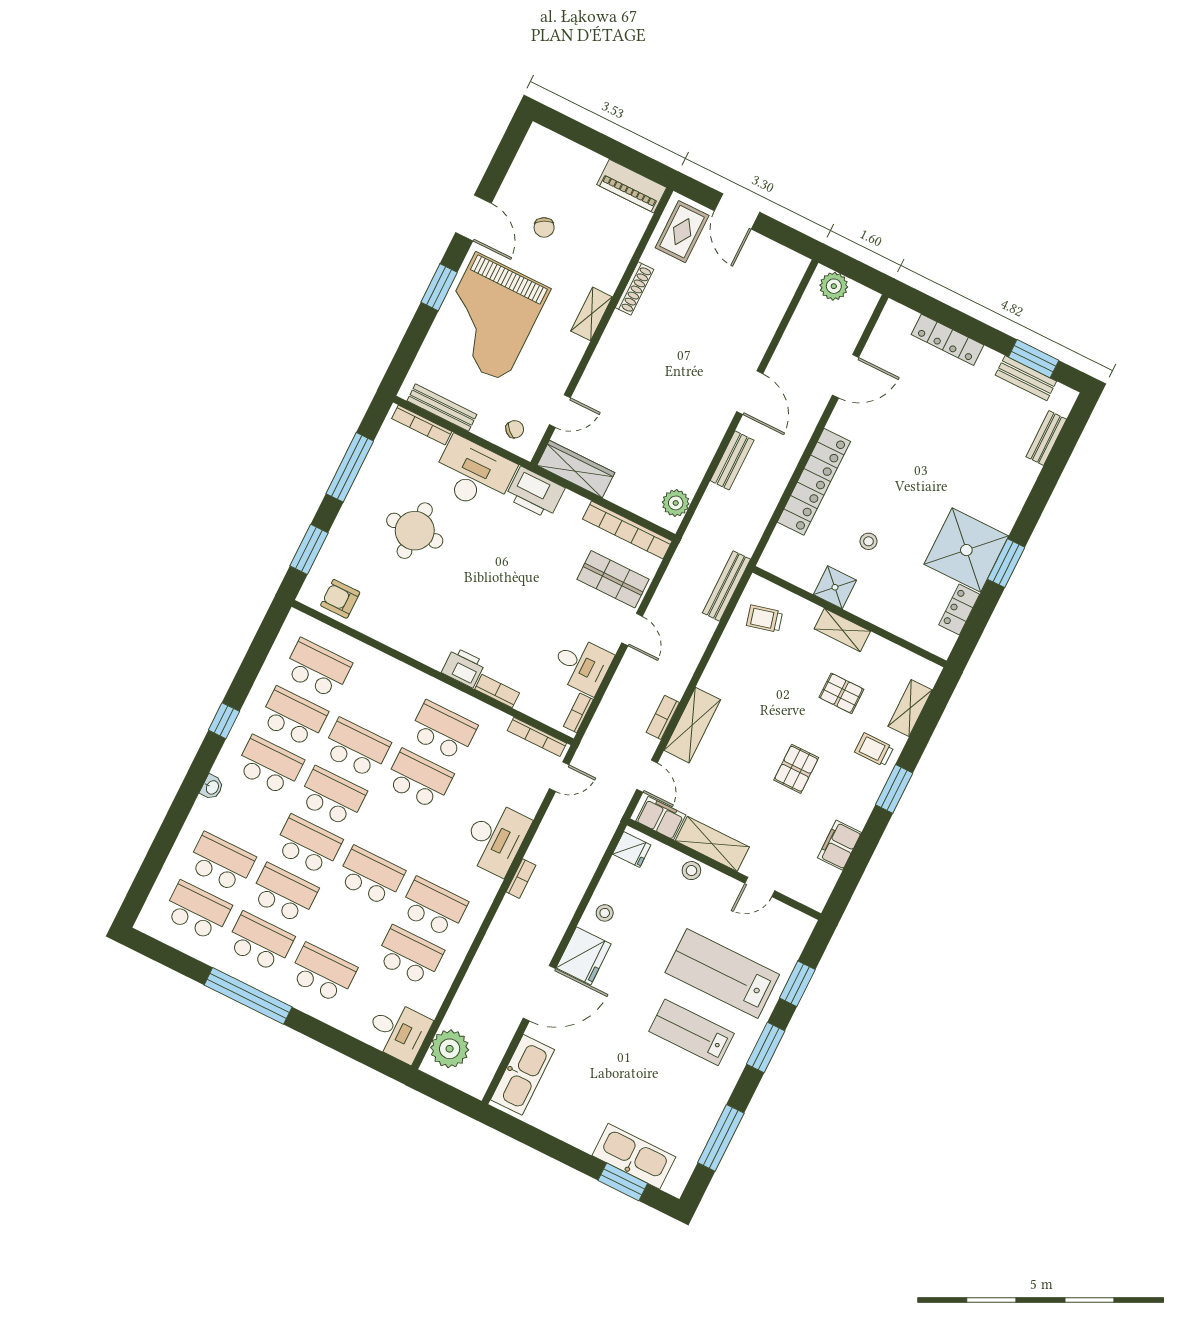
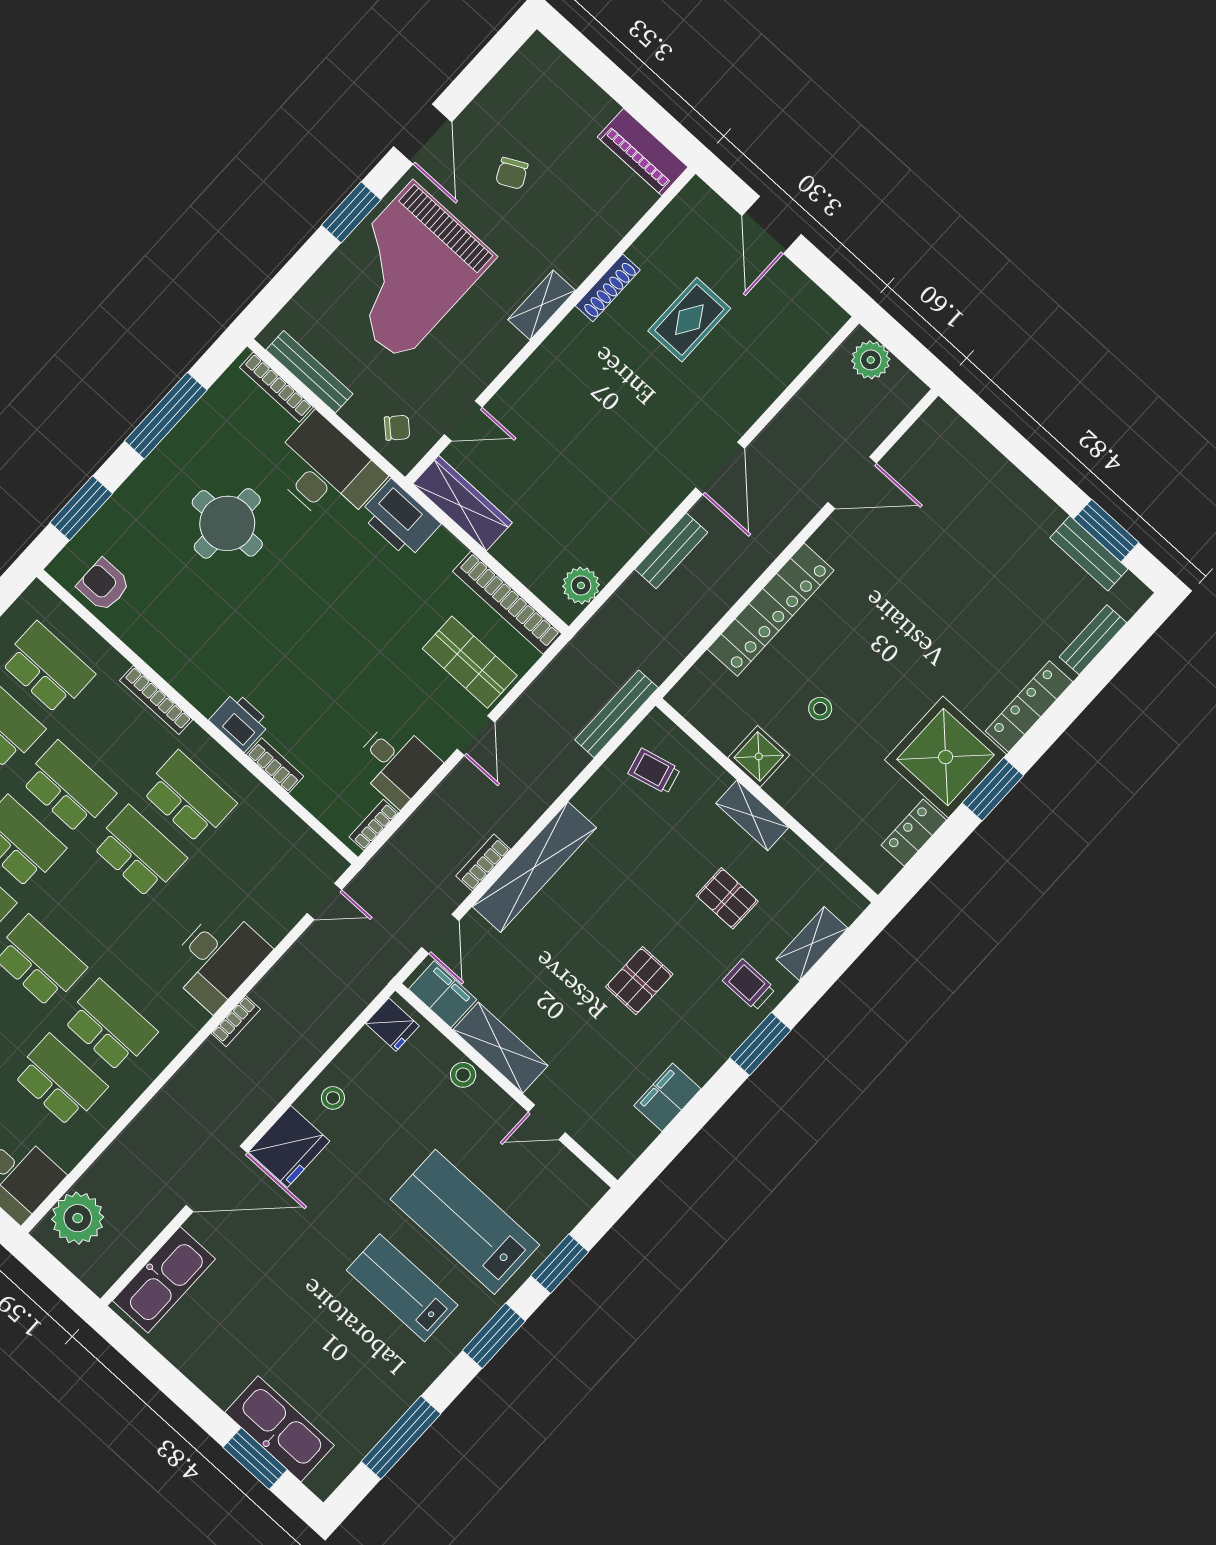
rug: (682, 232) -> (689, 320), moved
locker: (948, 340) -> (1029, 706), moved, turned 90
shelving: (692, 725) -> (534, 867), width x1.47
bookcase: (537, 737) -> (156, 700), moved

